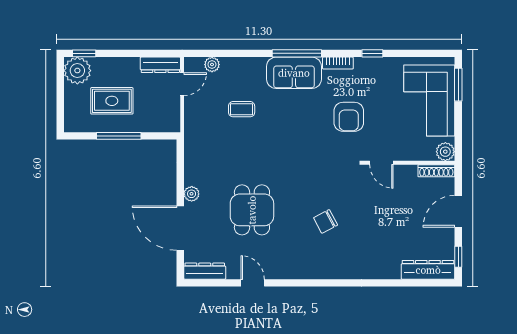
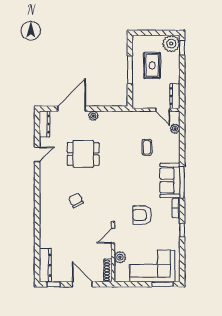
plant: (445, 152) -> (120, 257), moved

